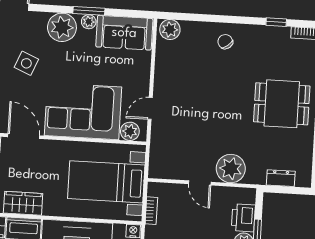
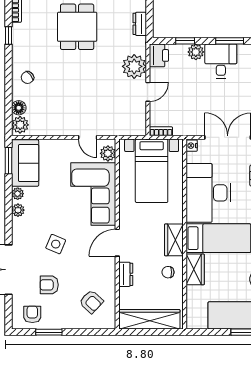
window: (89, 11) -> (8, 161), moved
plant: (62, 27) -> (18, 210), width x0.53, depth x0.53
floor lamp: (190, 29) -> (19, 108), added
bookcase: (151, 211) -> (161, 131), moved
printer: (243, 218) -> (159, 55), moved, turned -90

